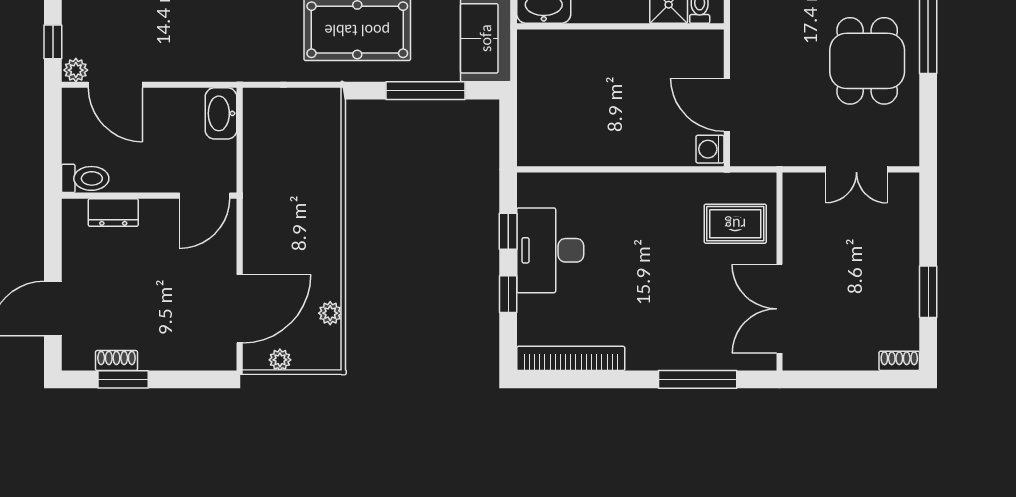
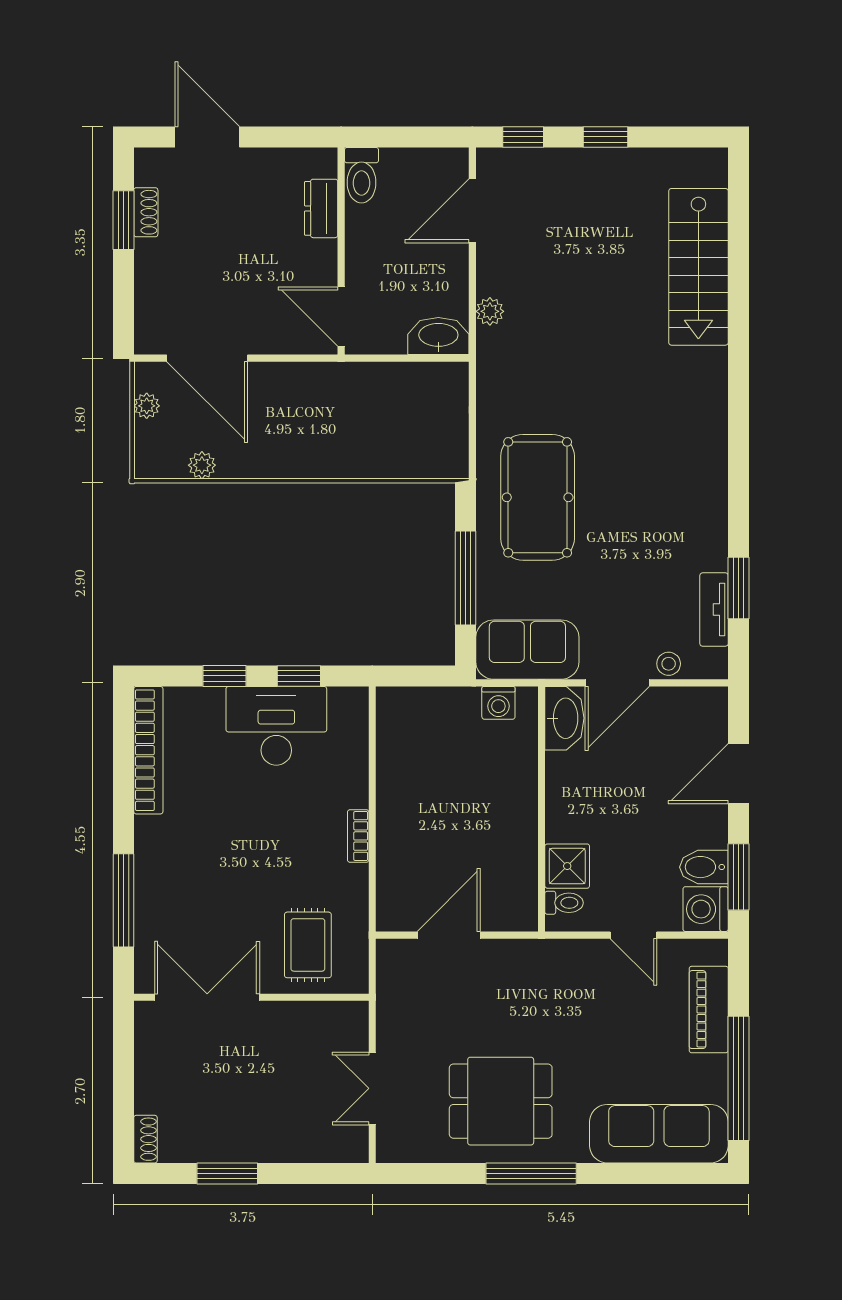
plant: (76, 70) -> (490, 311), moved
washing machine: (710, 149) -> (498, 703), moved, turned 180
bookcase: (643, 181) -> (358, 836), added

